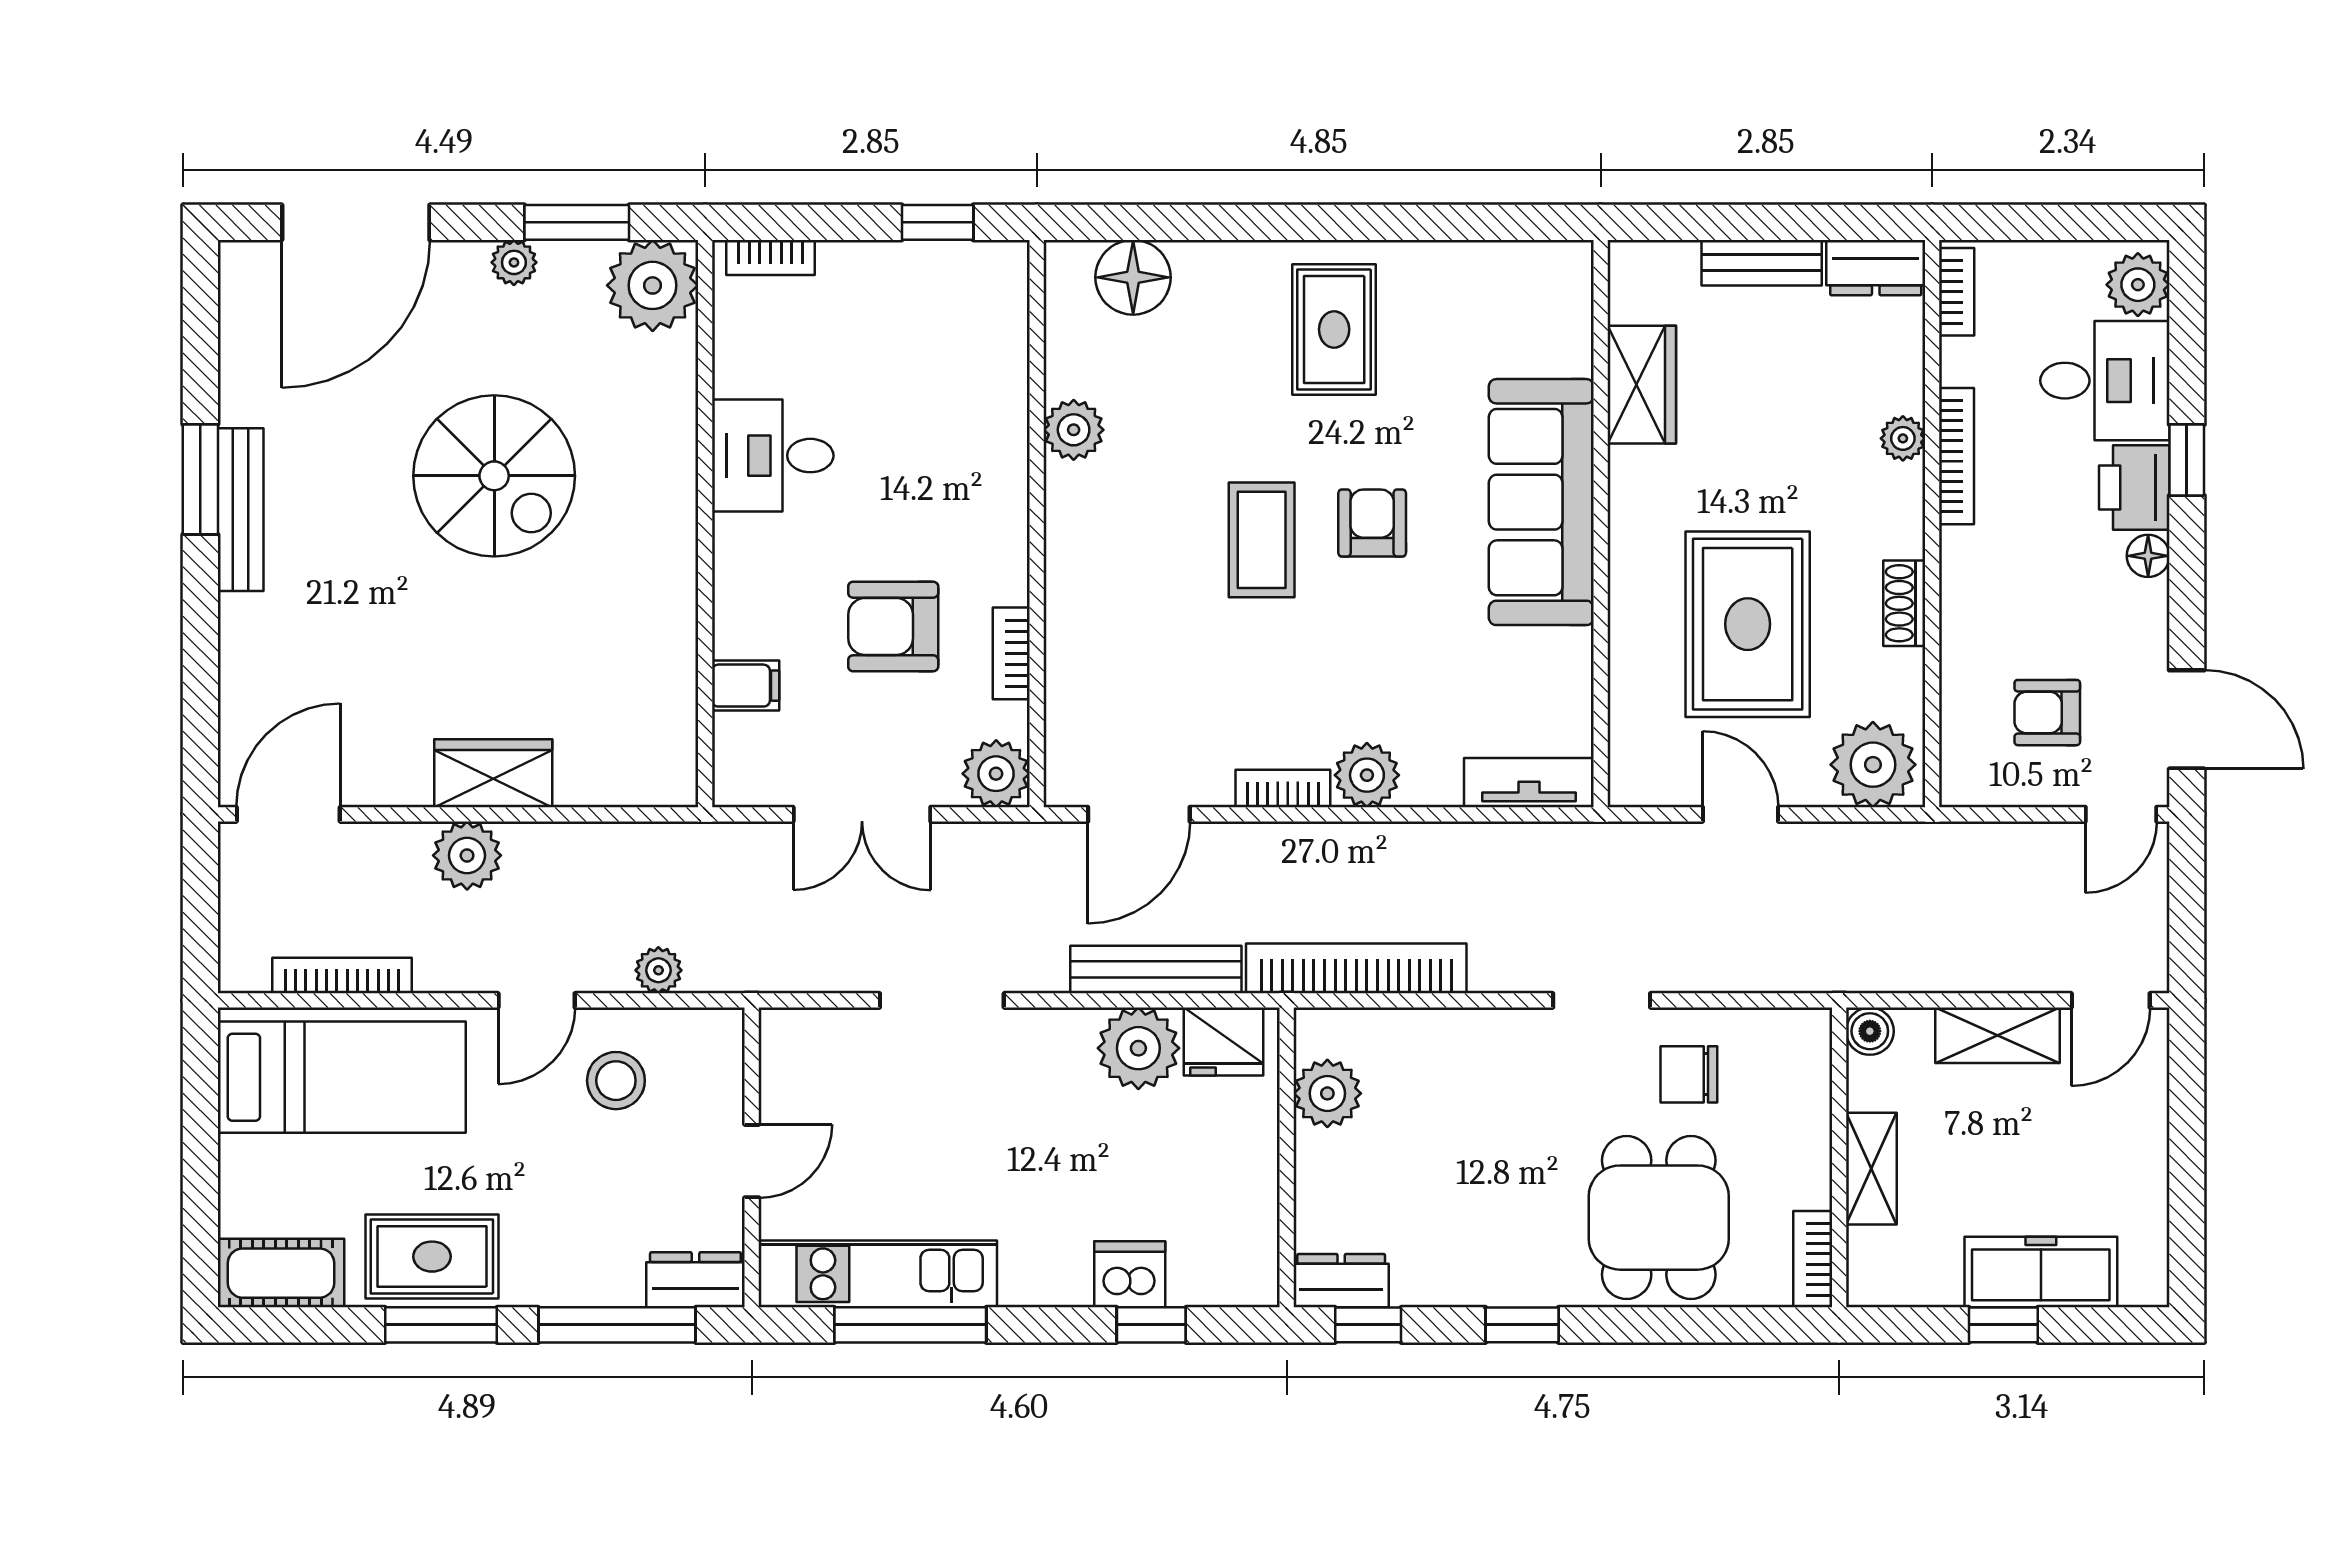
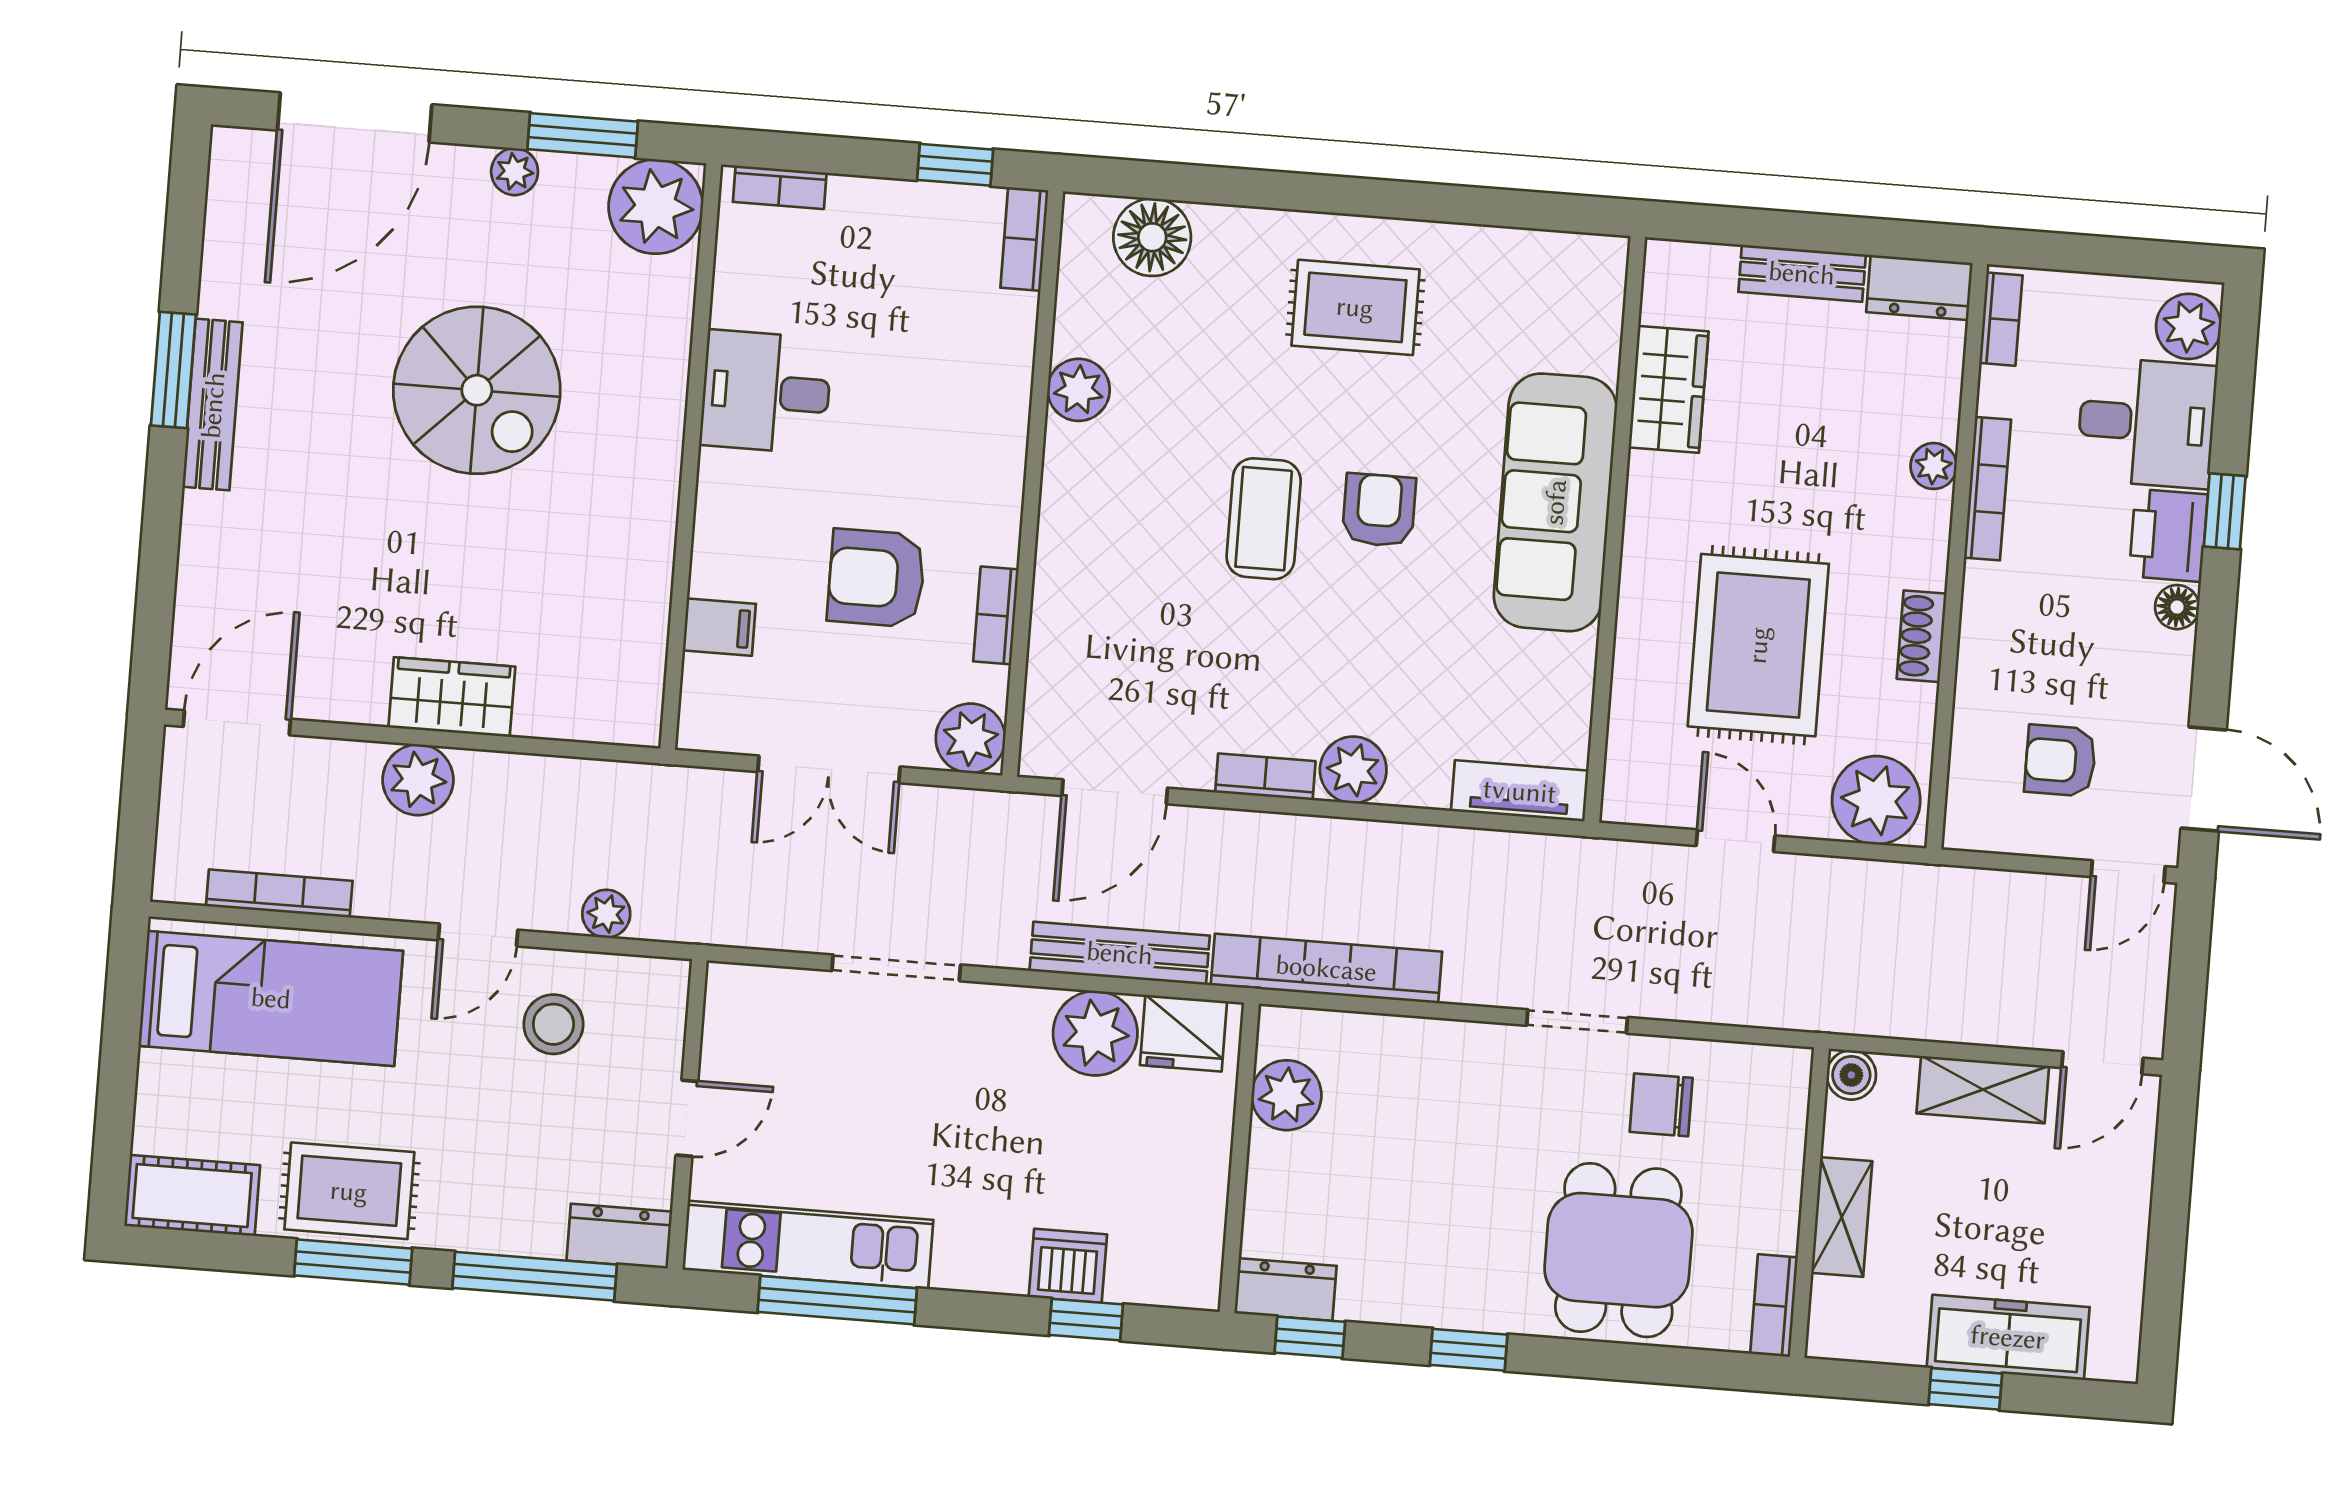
bookcase: (1010, 289) -> (1024, 239), added
rug: (1334, 329) -> (1355, 307), turned 90

